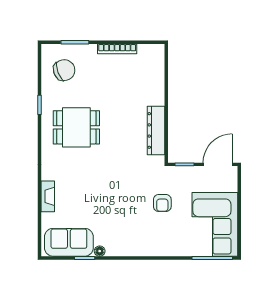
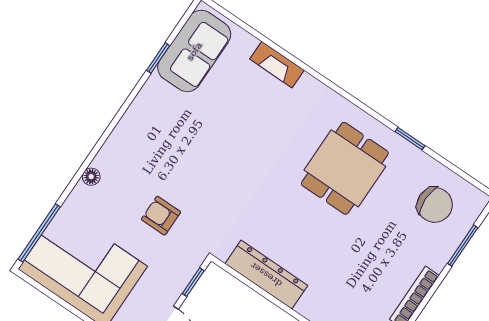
chair: (64, 70) -> (435, 205), turned -69
floor lamp: (100, 251) -> (91, 177), moved

